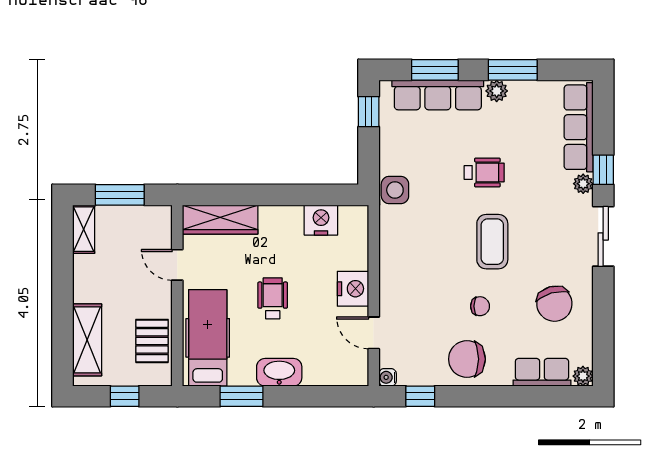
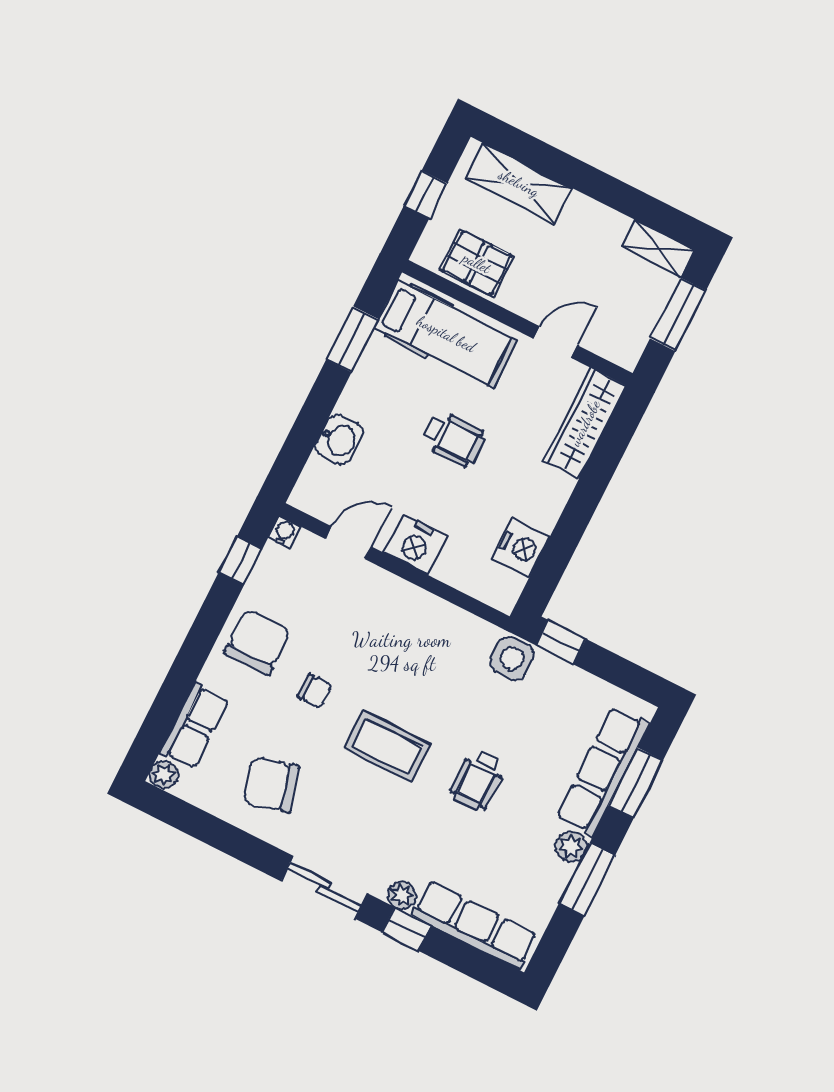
window: (369, 112) -> (561, 642), moved
chair: (480, 306) -> (315, 691), turned -90
washbasin: (279, 372) -> (339, 439), moved, width x0.72

